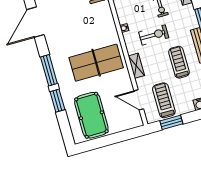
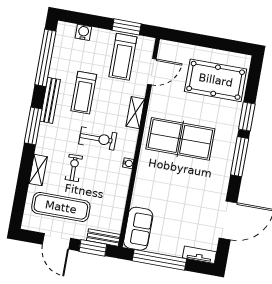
exercise bike: (154, 35) -> (98, 139), turned 180
door: (139, 100) -> (152, 72), hinge flipped
pool table: (91, 115) -> (216, 80), turned 90

